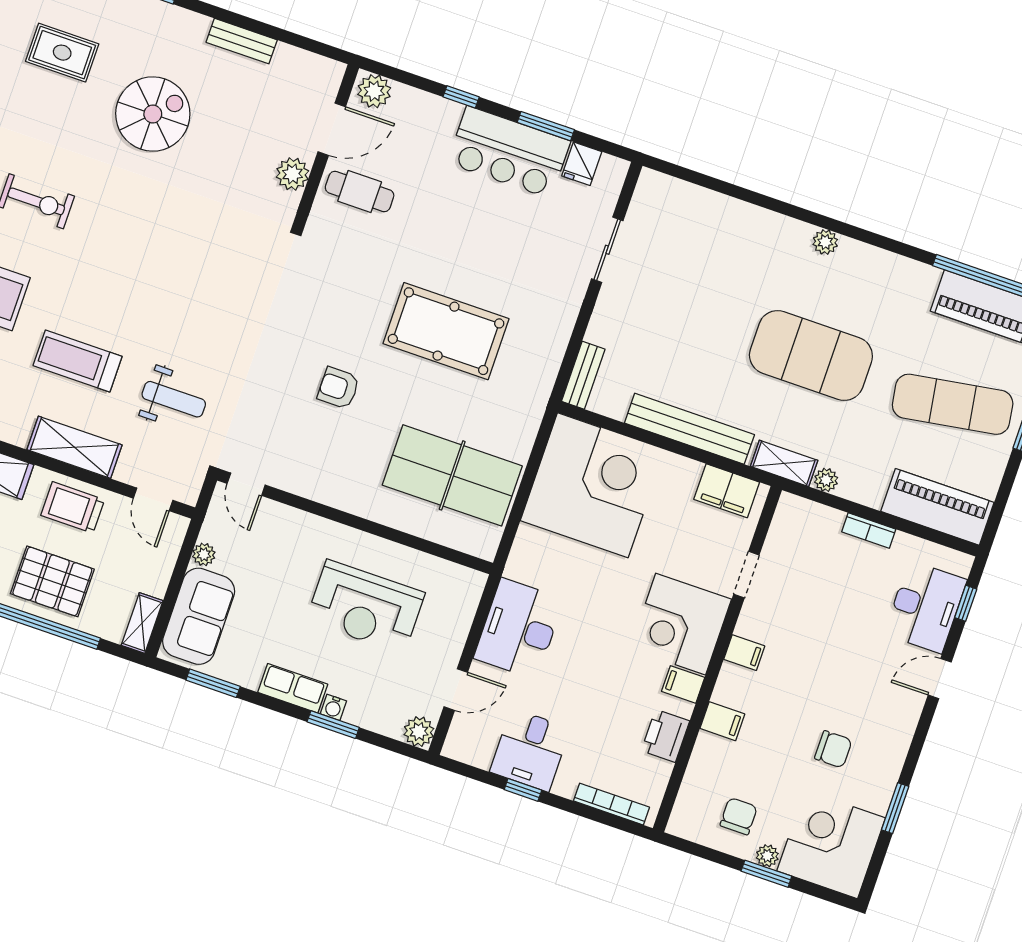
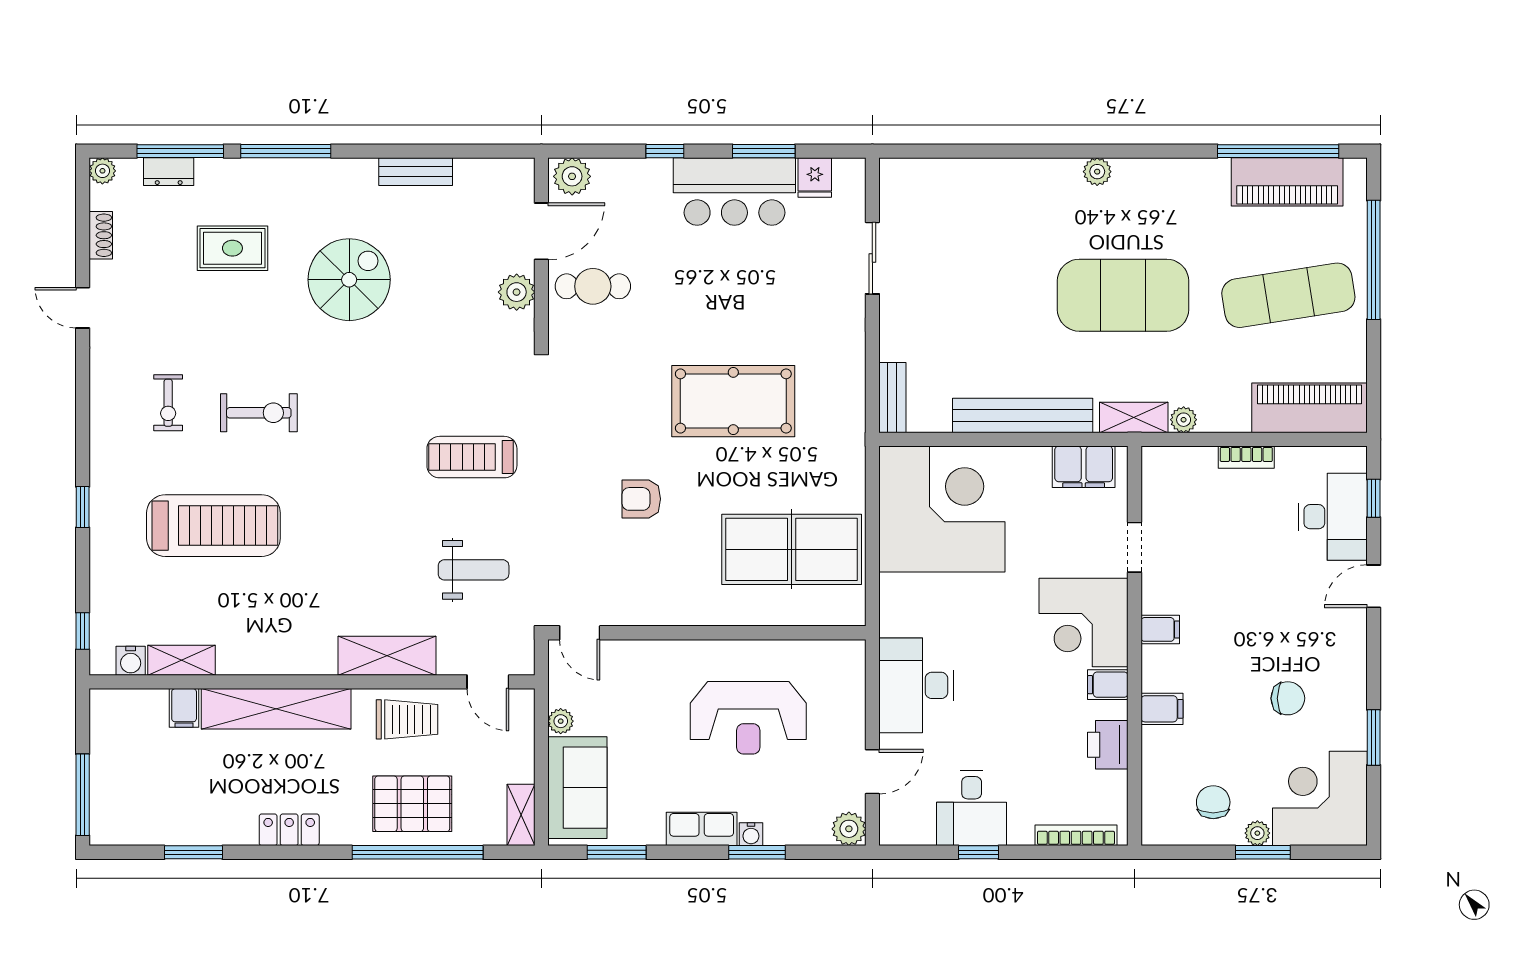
treadmill: (78, 361) -> (472, 457), moved
trolley: (73, 507) -> (407, 719), turned 180

